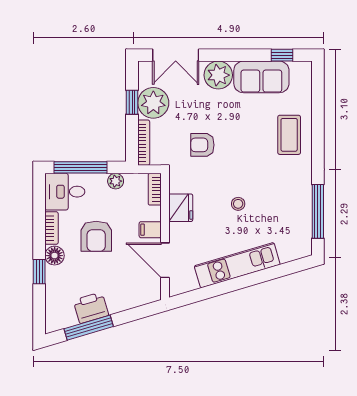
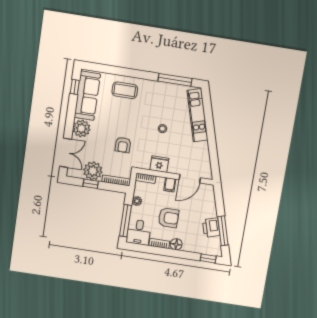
sofa: (261, 77) -> (87, 96), width x1.36
kitchen unit: (237, 265) -> (198, 115), moved
window: (39, 272) -> (208, 258), moved

